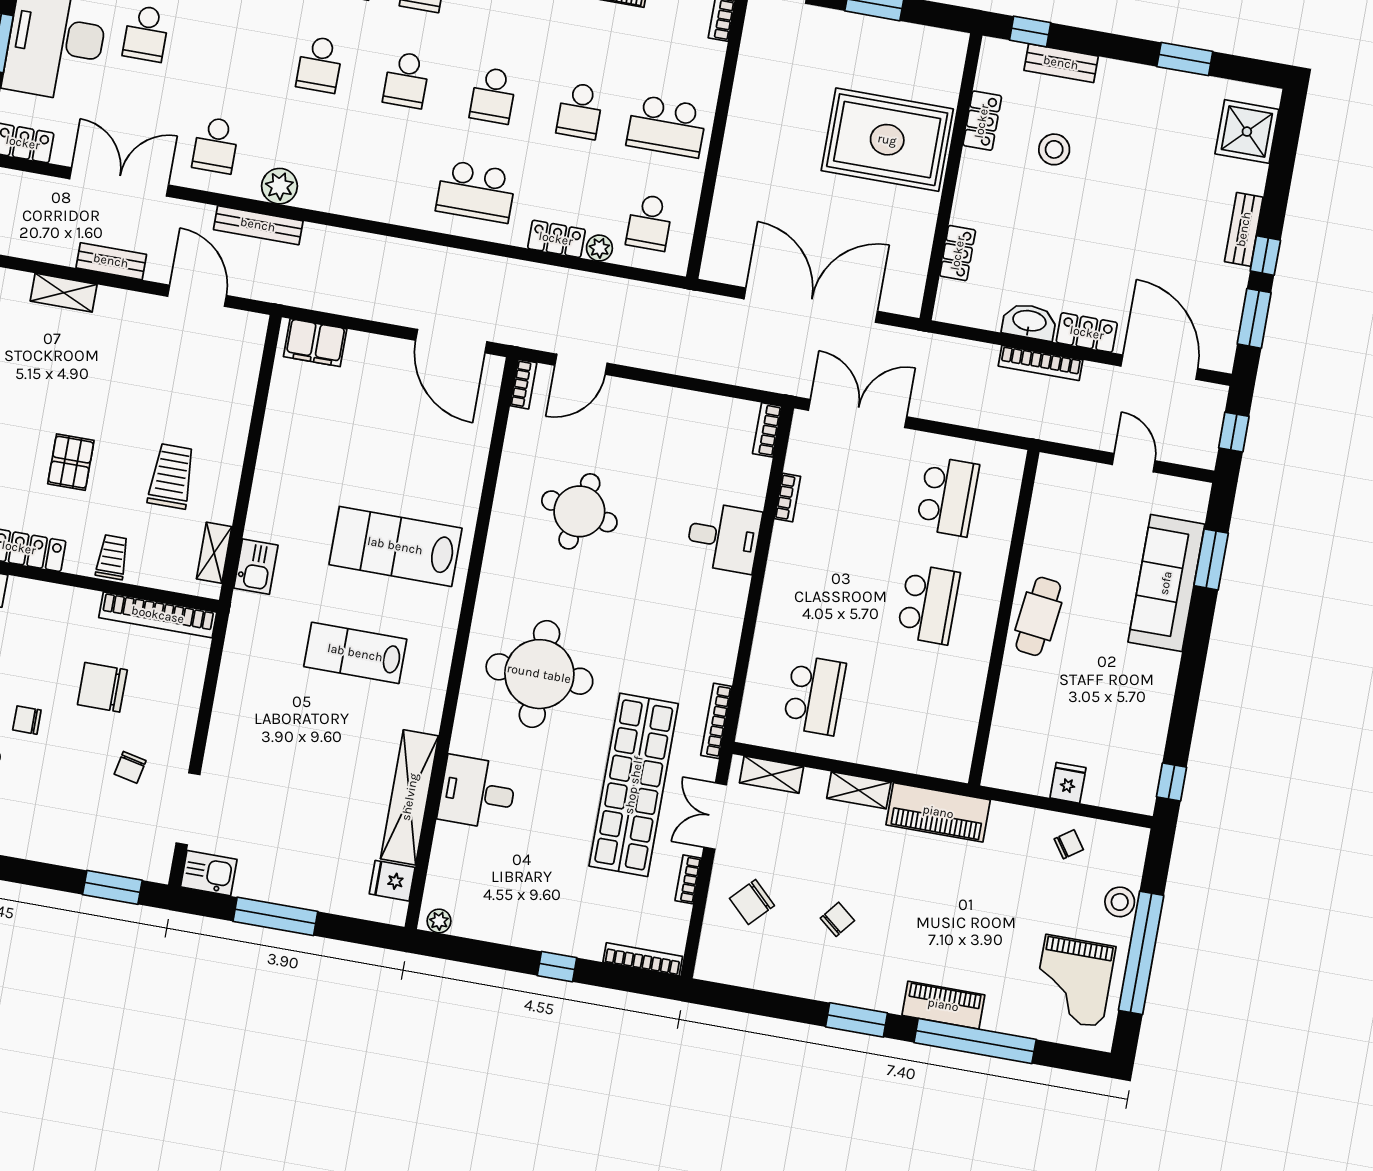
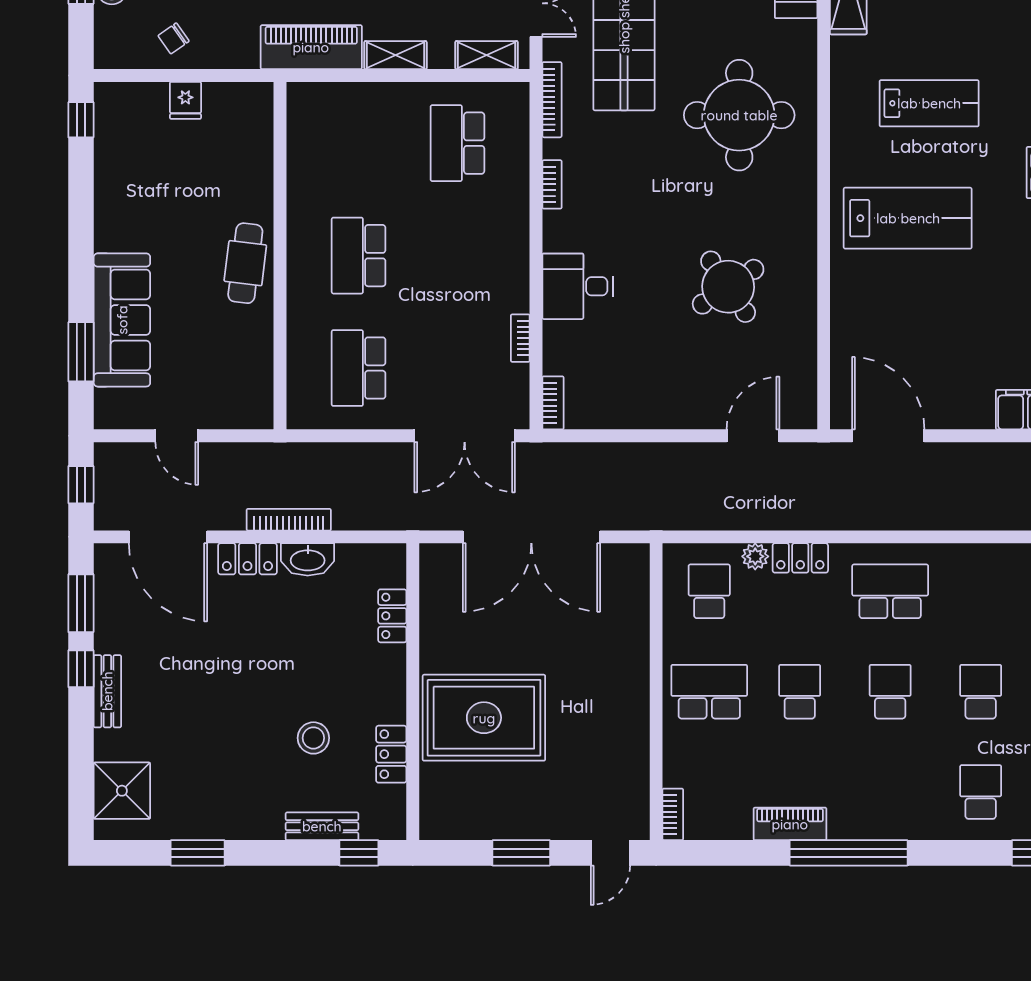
bookcase: (523, 384) -> (552, 184), moved, turned 180
round table: (579, 511) -> (728, 287), turned 45

